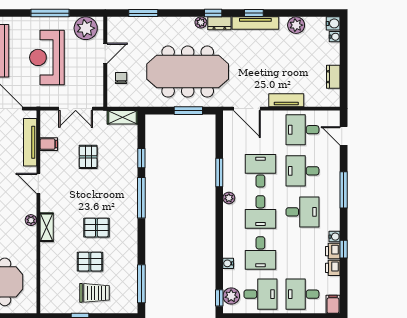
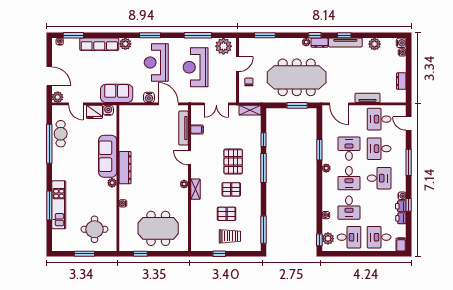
pallet: (88, 157) -> (233, 162), moved, width x1.50, depth x1.42

